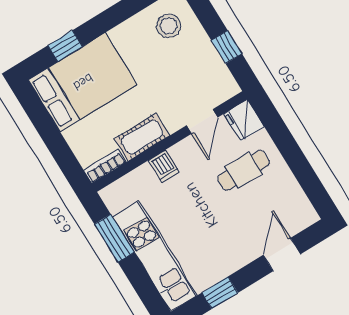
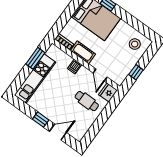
door: (202, 121) -> (100, 75), hinge flipped
window: (220, 293) -> (41, 120), moved

